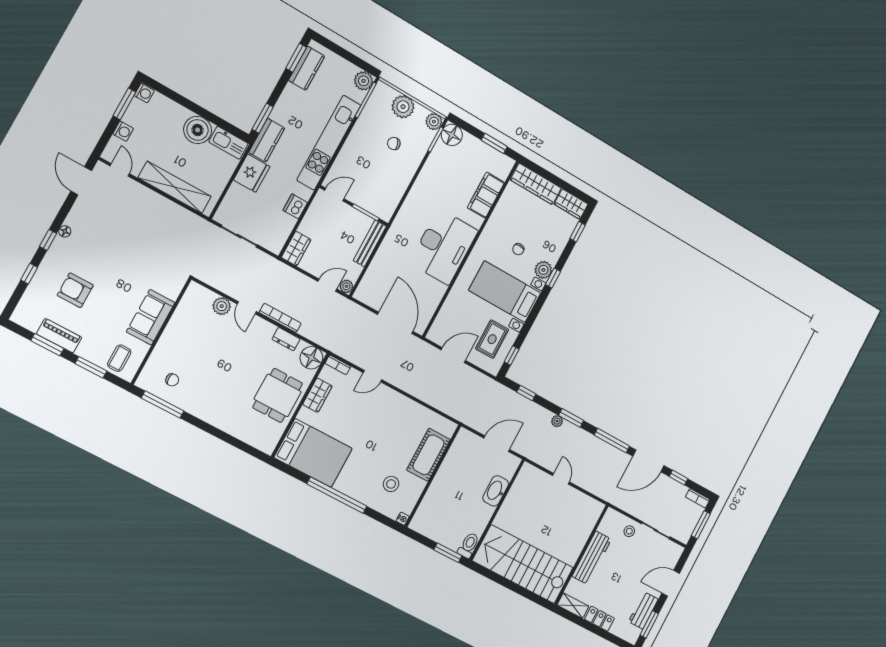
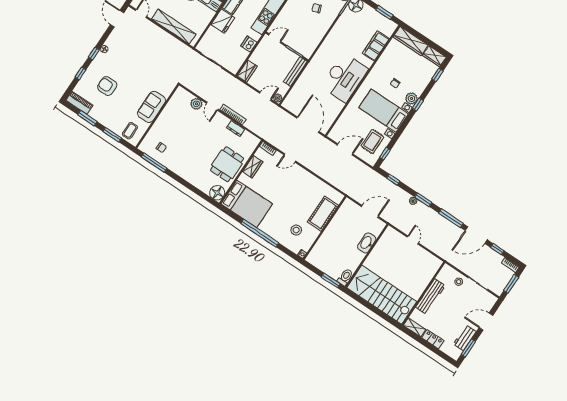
piano: (59, 336) -> (79, 103), moved
floor lamp: (311, 358) -> (217, 193), moved

